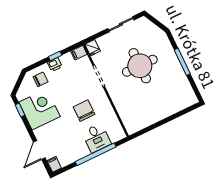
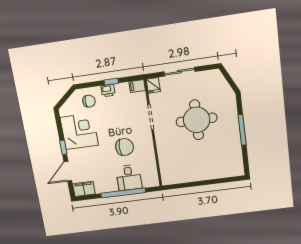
sliding door: (121, 24) -> (179, 72), moved
window: (20, 110) -> (63, 147), moved
chair: (84, 111) -> (125, 147), turned 90
filing cabinet: (54, 164) -> (84, 189), width x2.00

